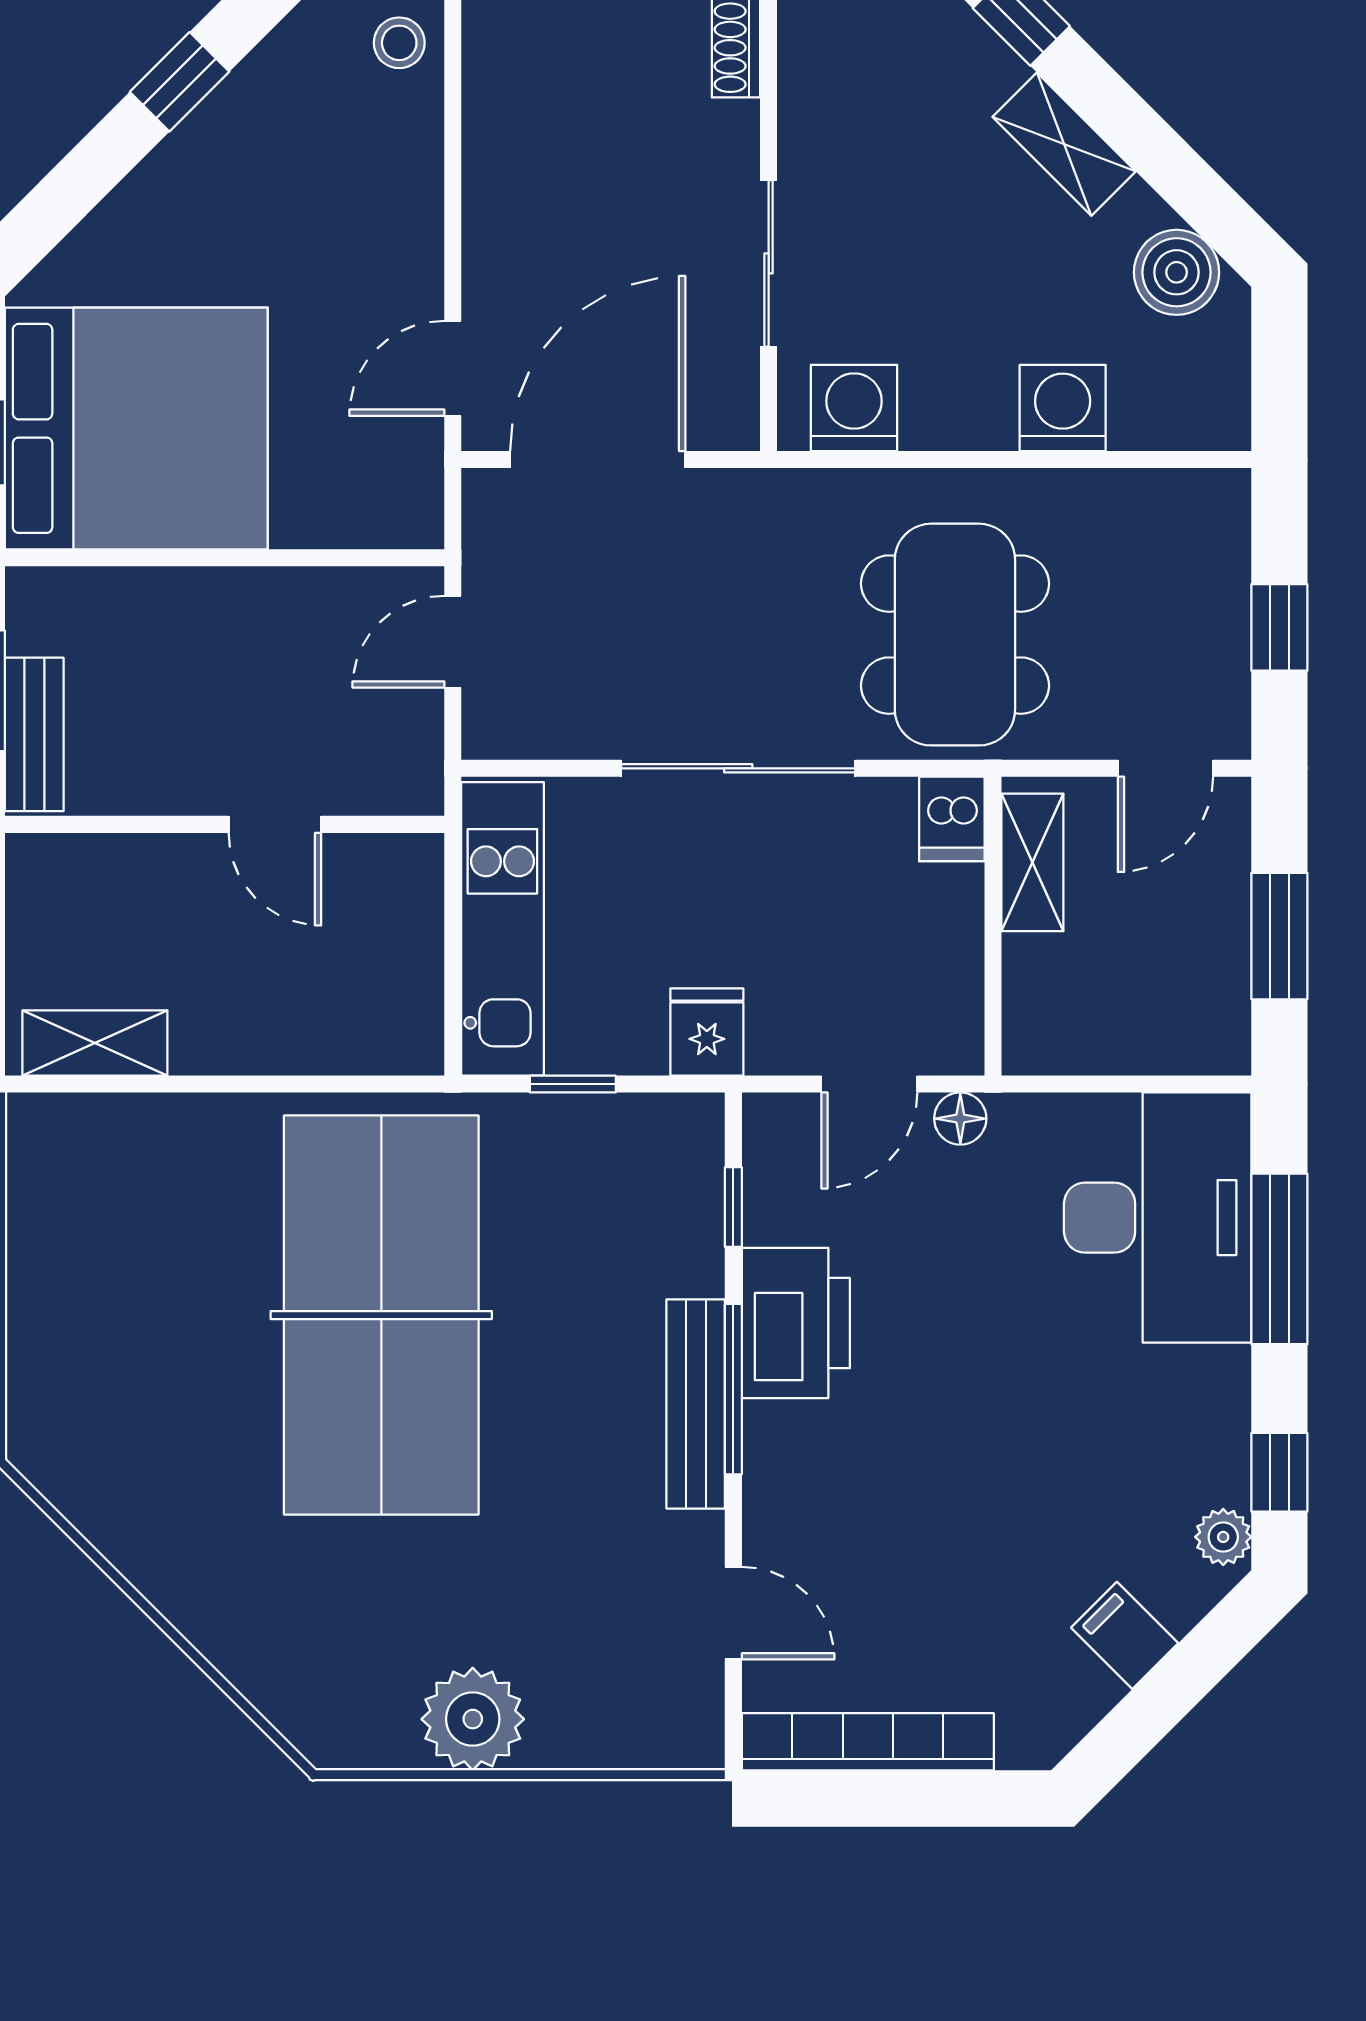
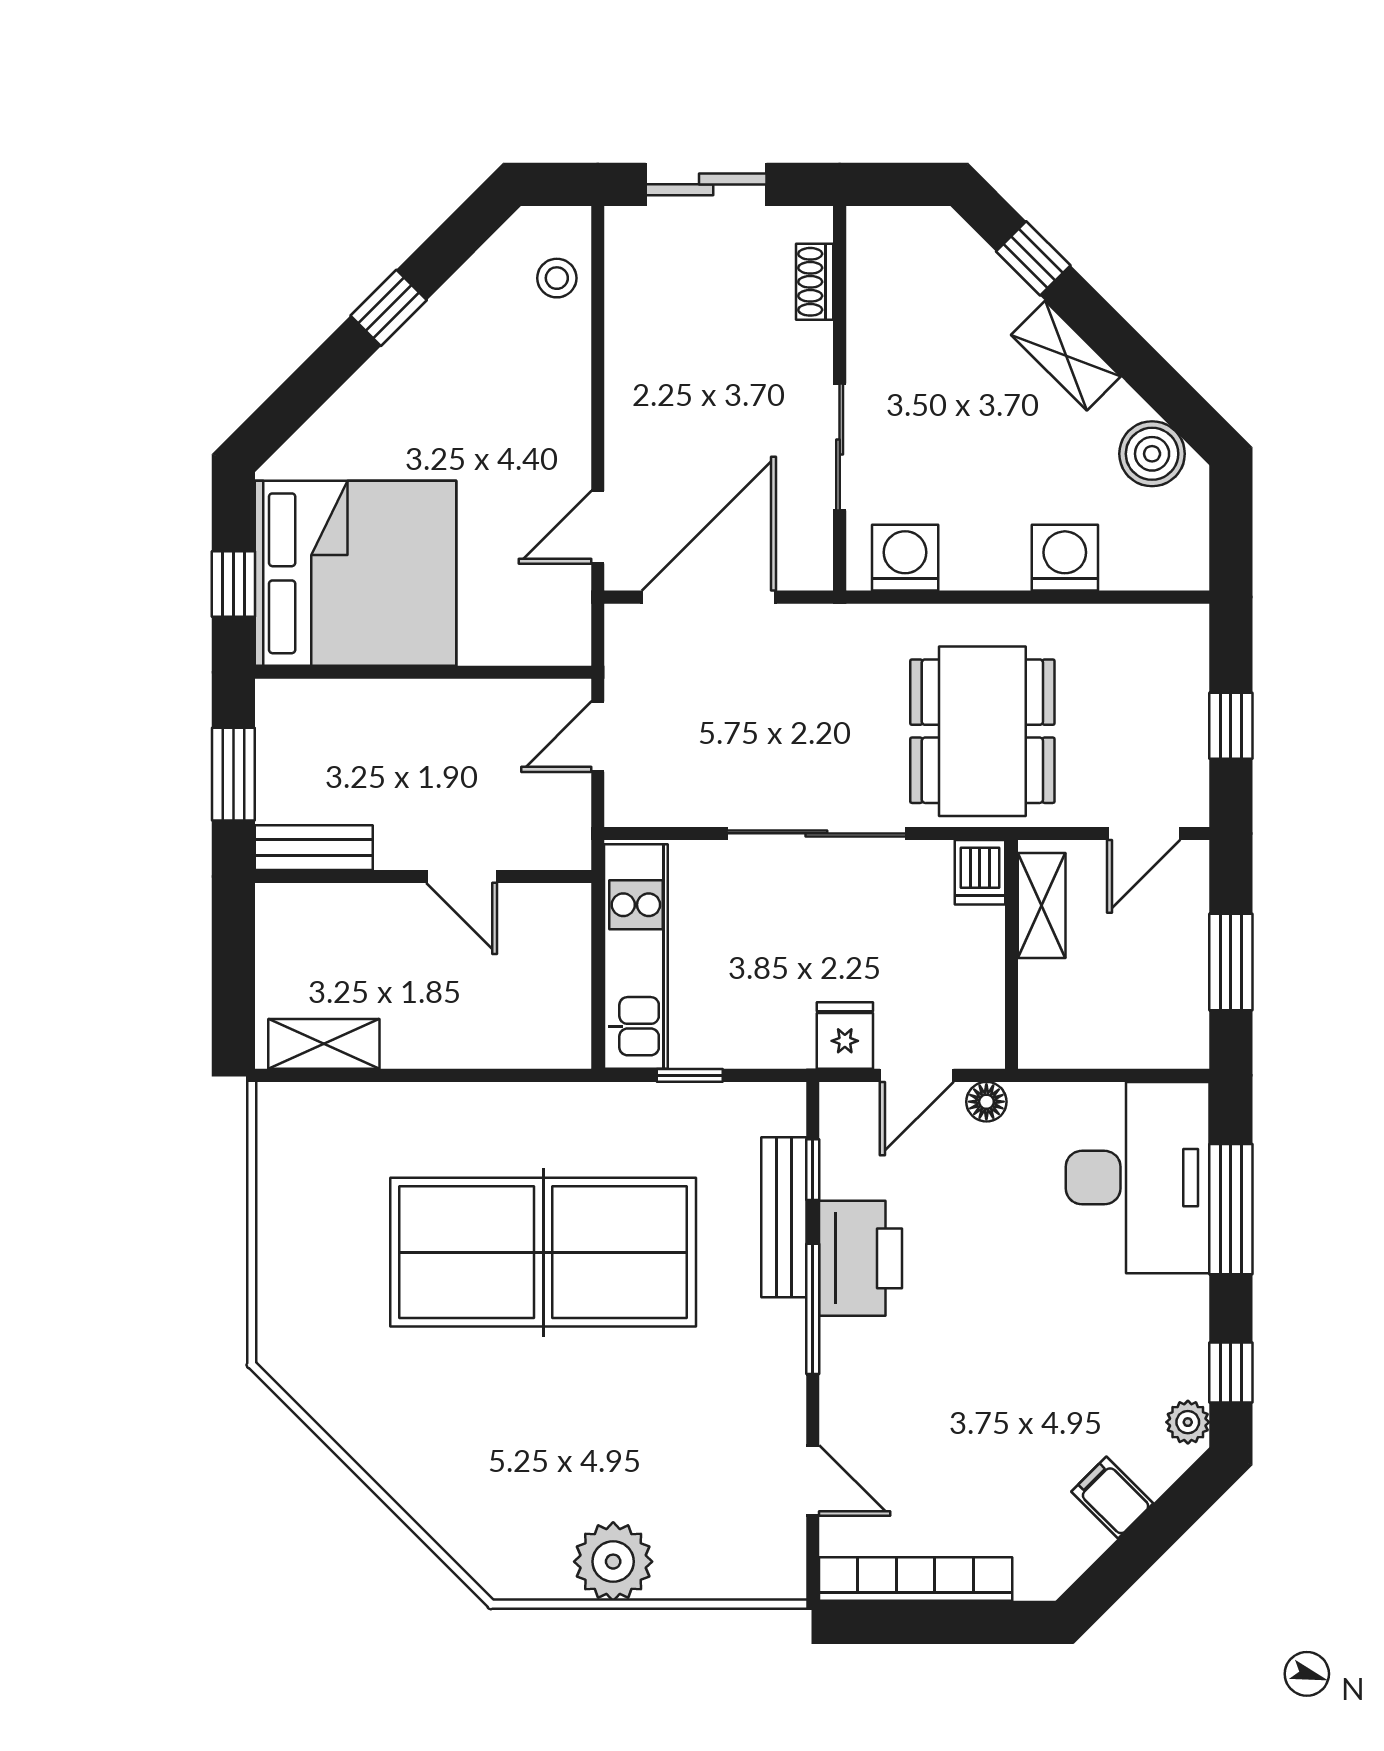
bench: (34, 734) -> (314, 848), moved, turned 90
fridge: (707, 1032) -> (845, 1035), moved
table tennis table: (381, 1315) -> (543, 1252), turned 90
bench: (696, 1404) -> (784, 1217), moved

